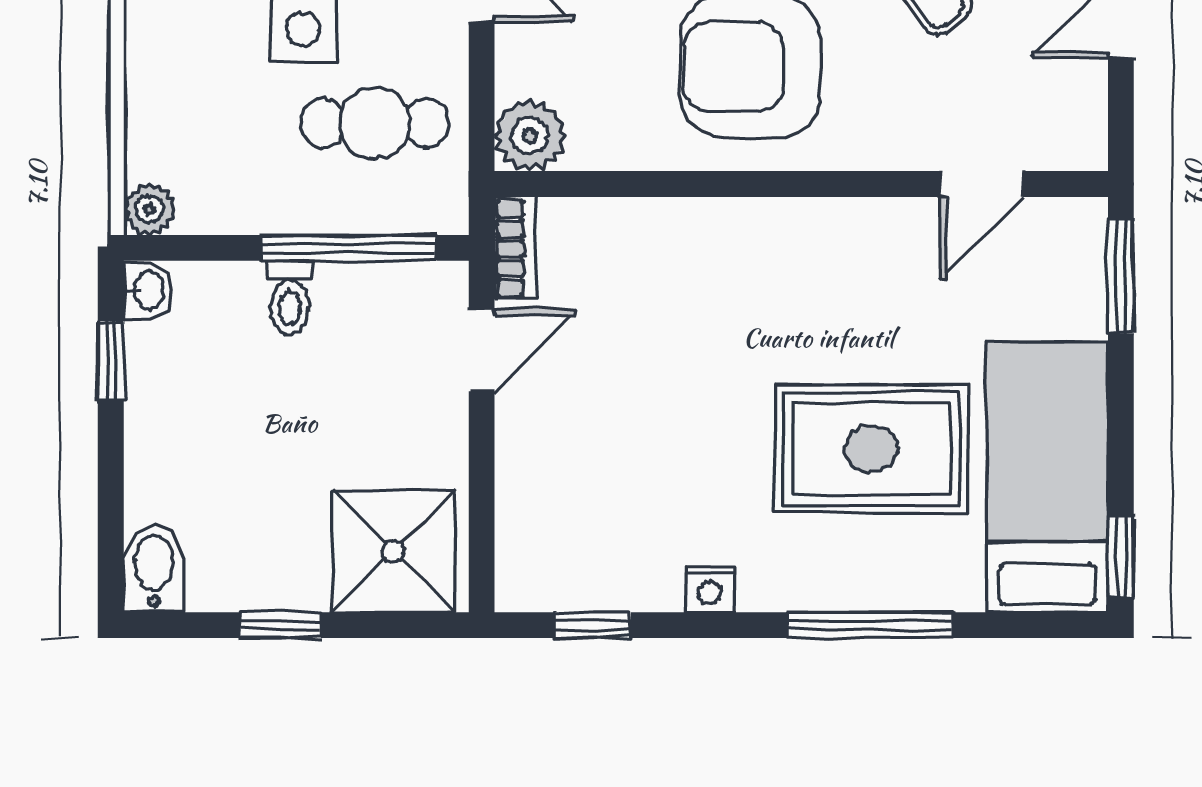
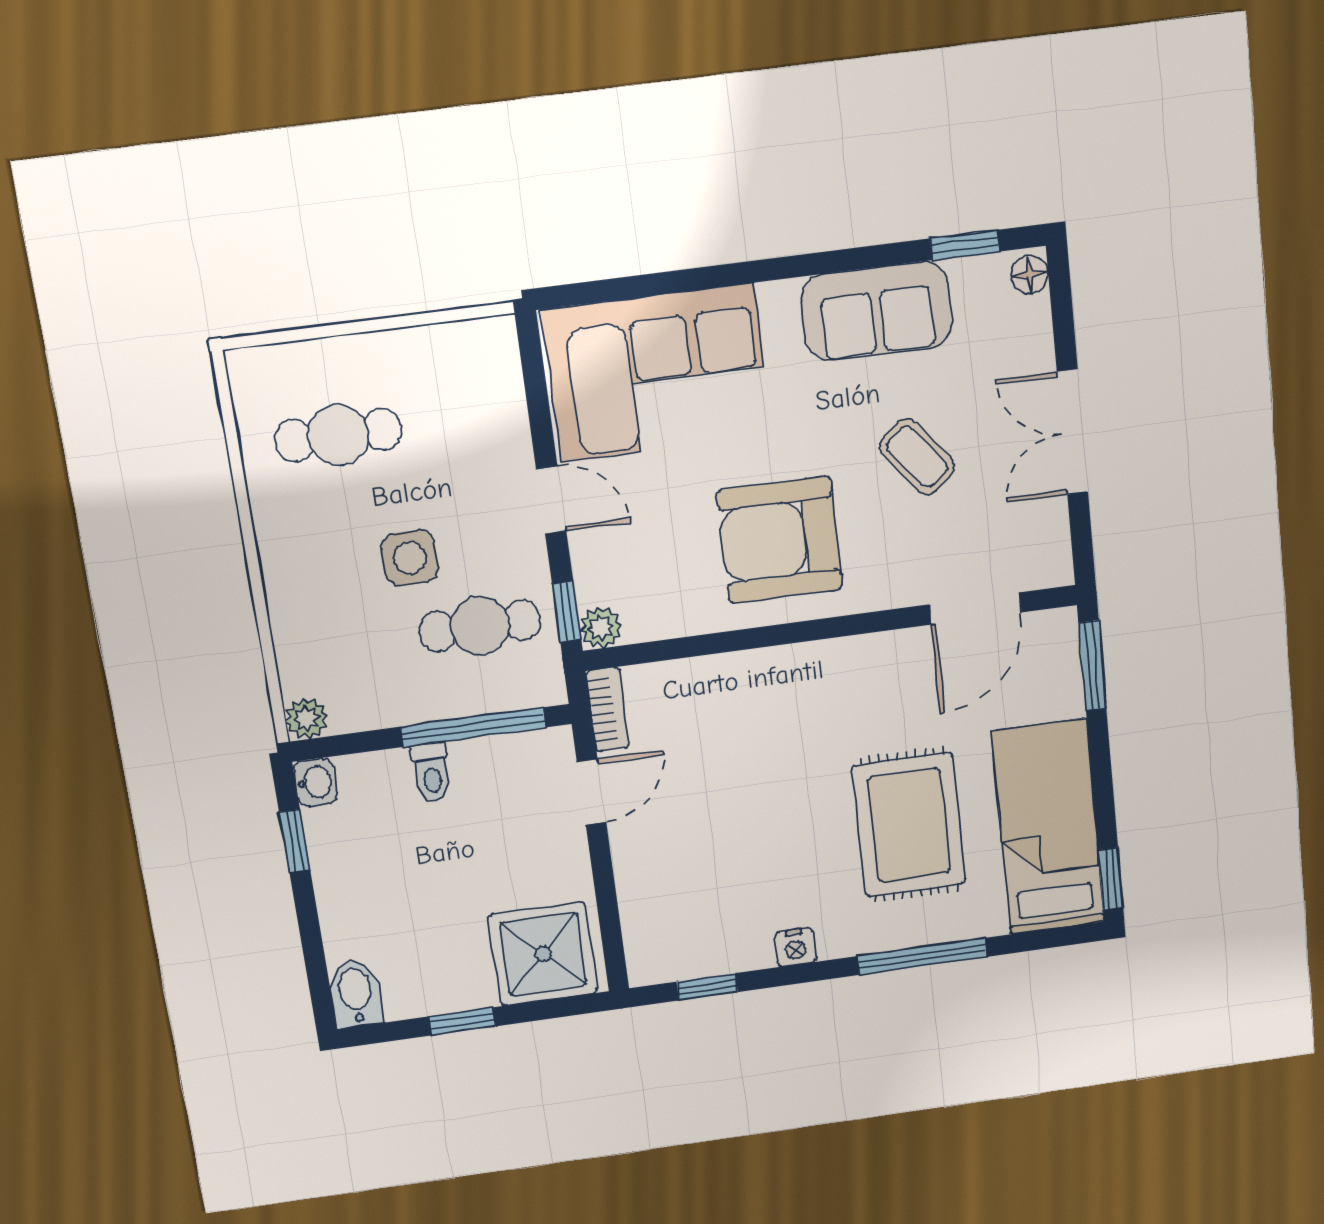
window: (482, 120) -> (567, 611), added
plant: (530, 136) -> (601, 628), width x0.73, depth x0.73
door: (981, 184) -> (975, 608), width x1.38
rug: (871, 449) -> (909, 825), turned 90

